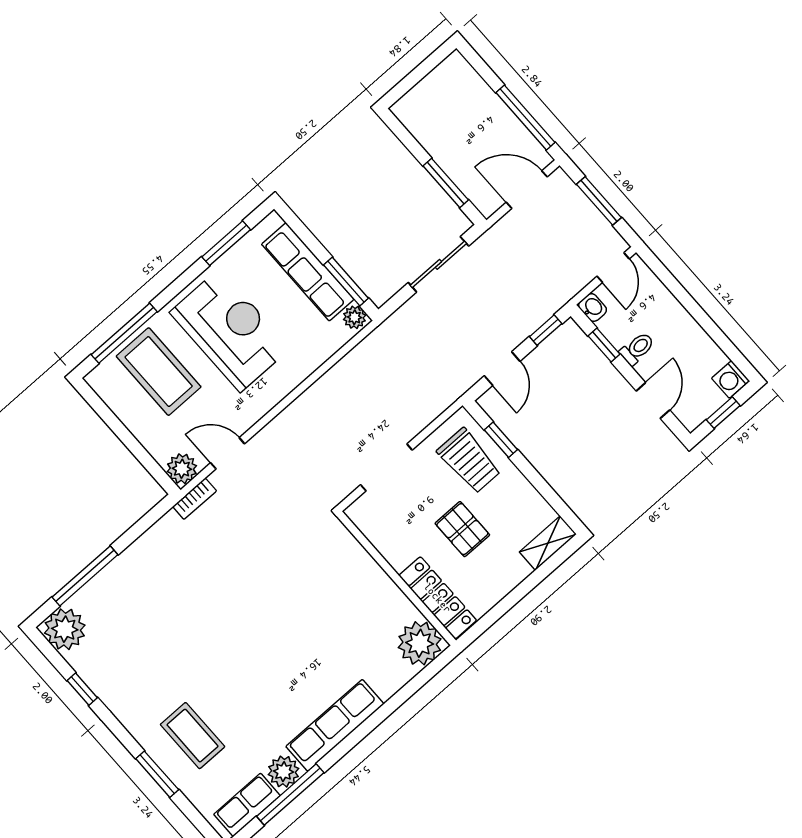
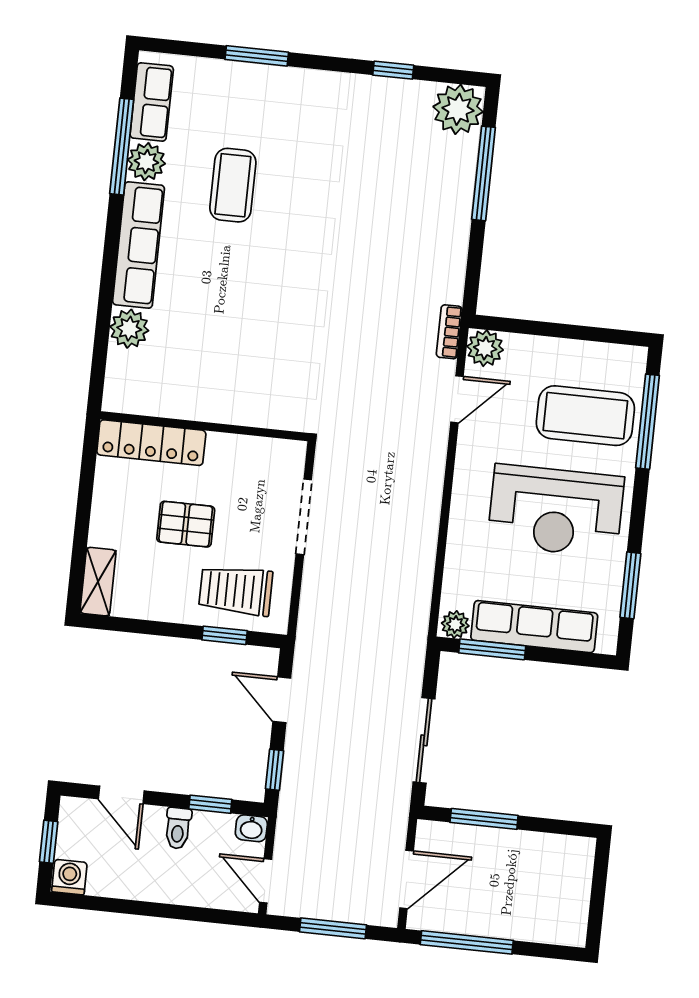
plant: (420, 643) -> (129, 329), moved, width x0.73, depth x0.73
coffee table: (193, 736) -> (233, 185), moved, turned 90

